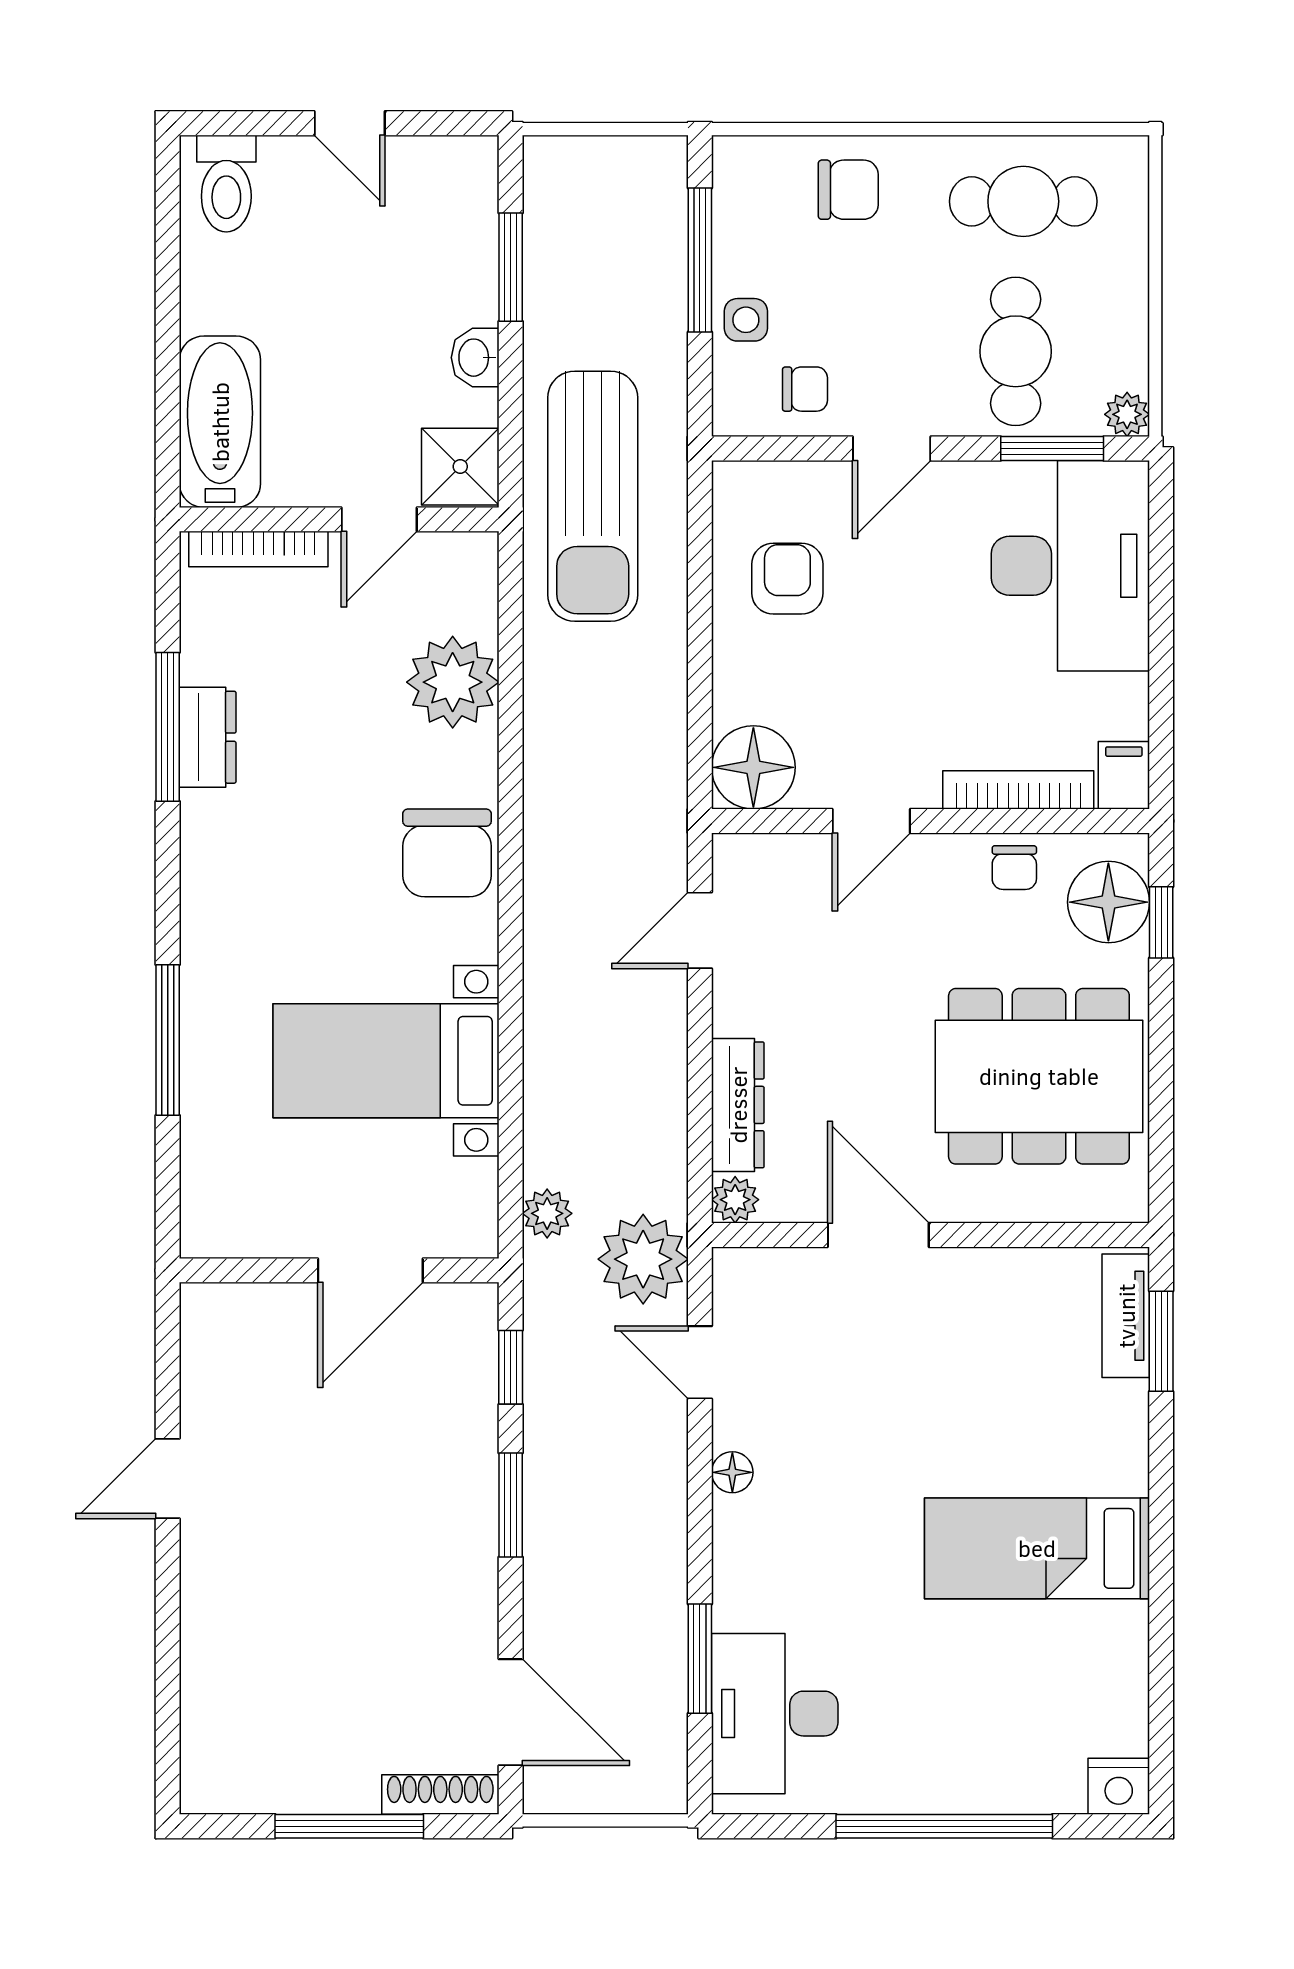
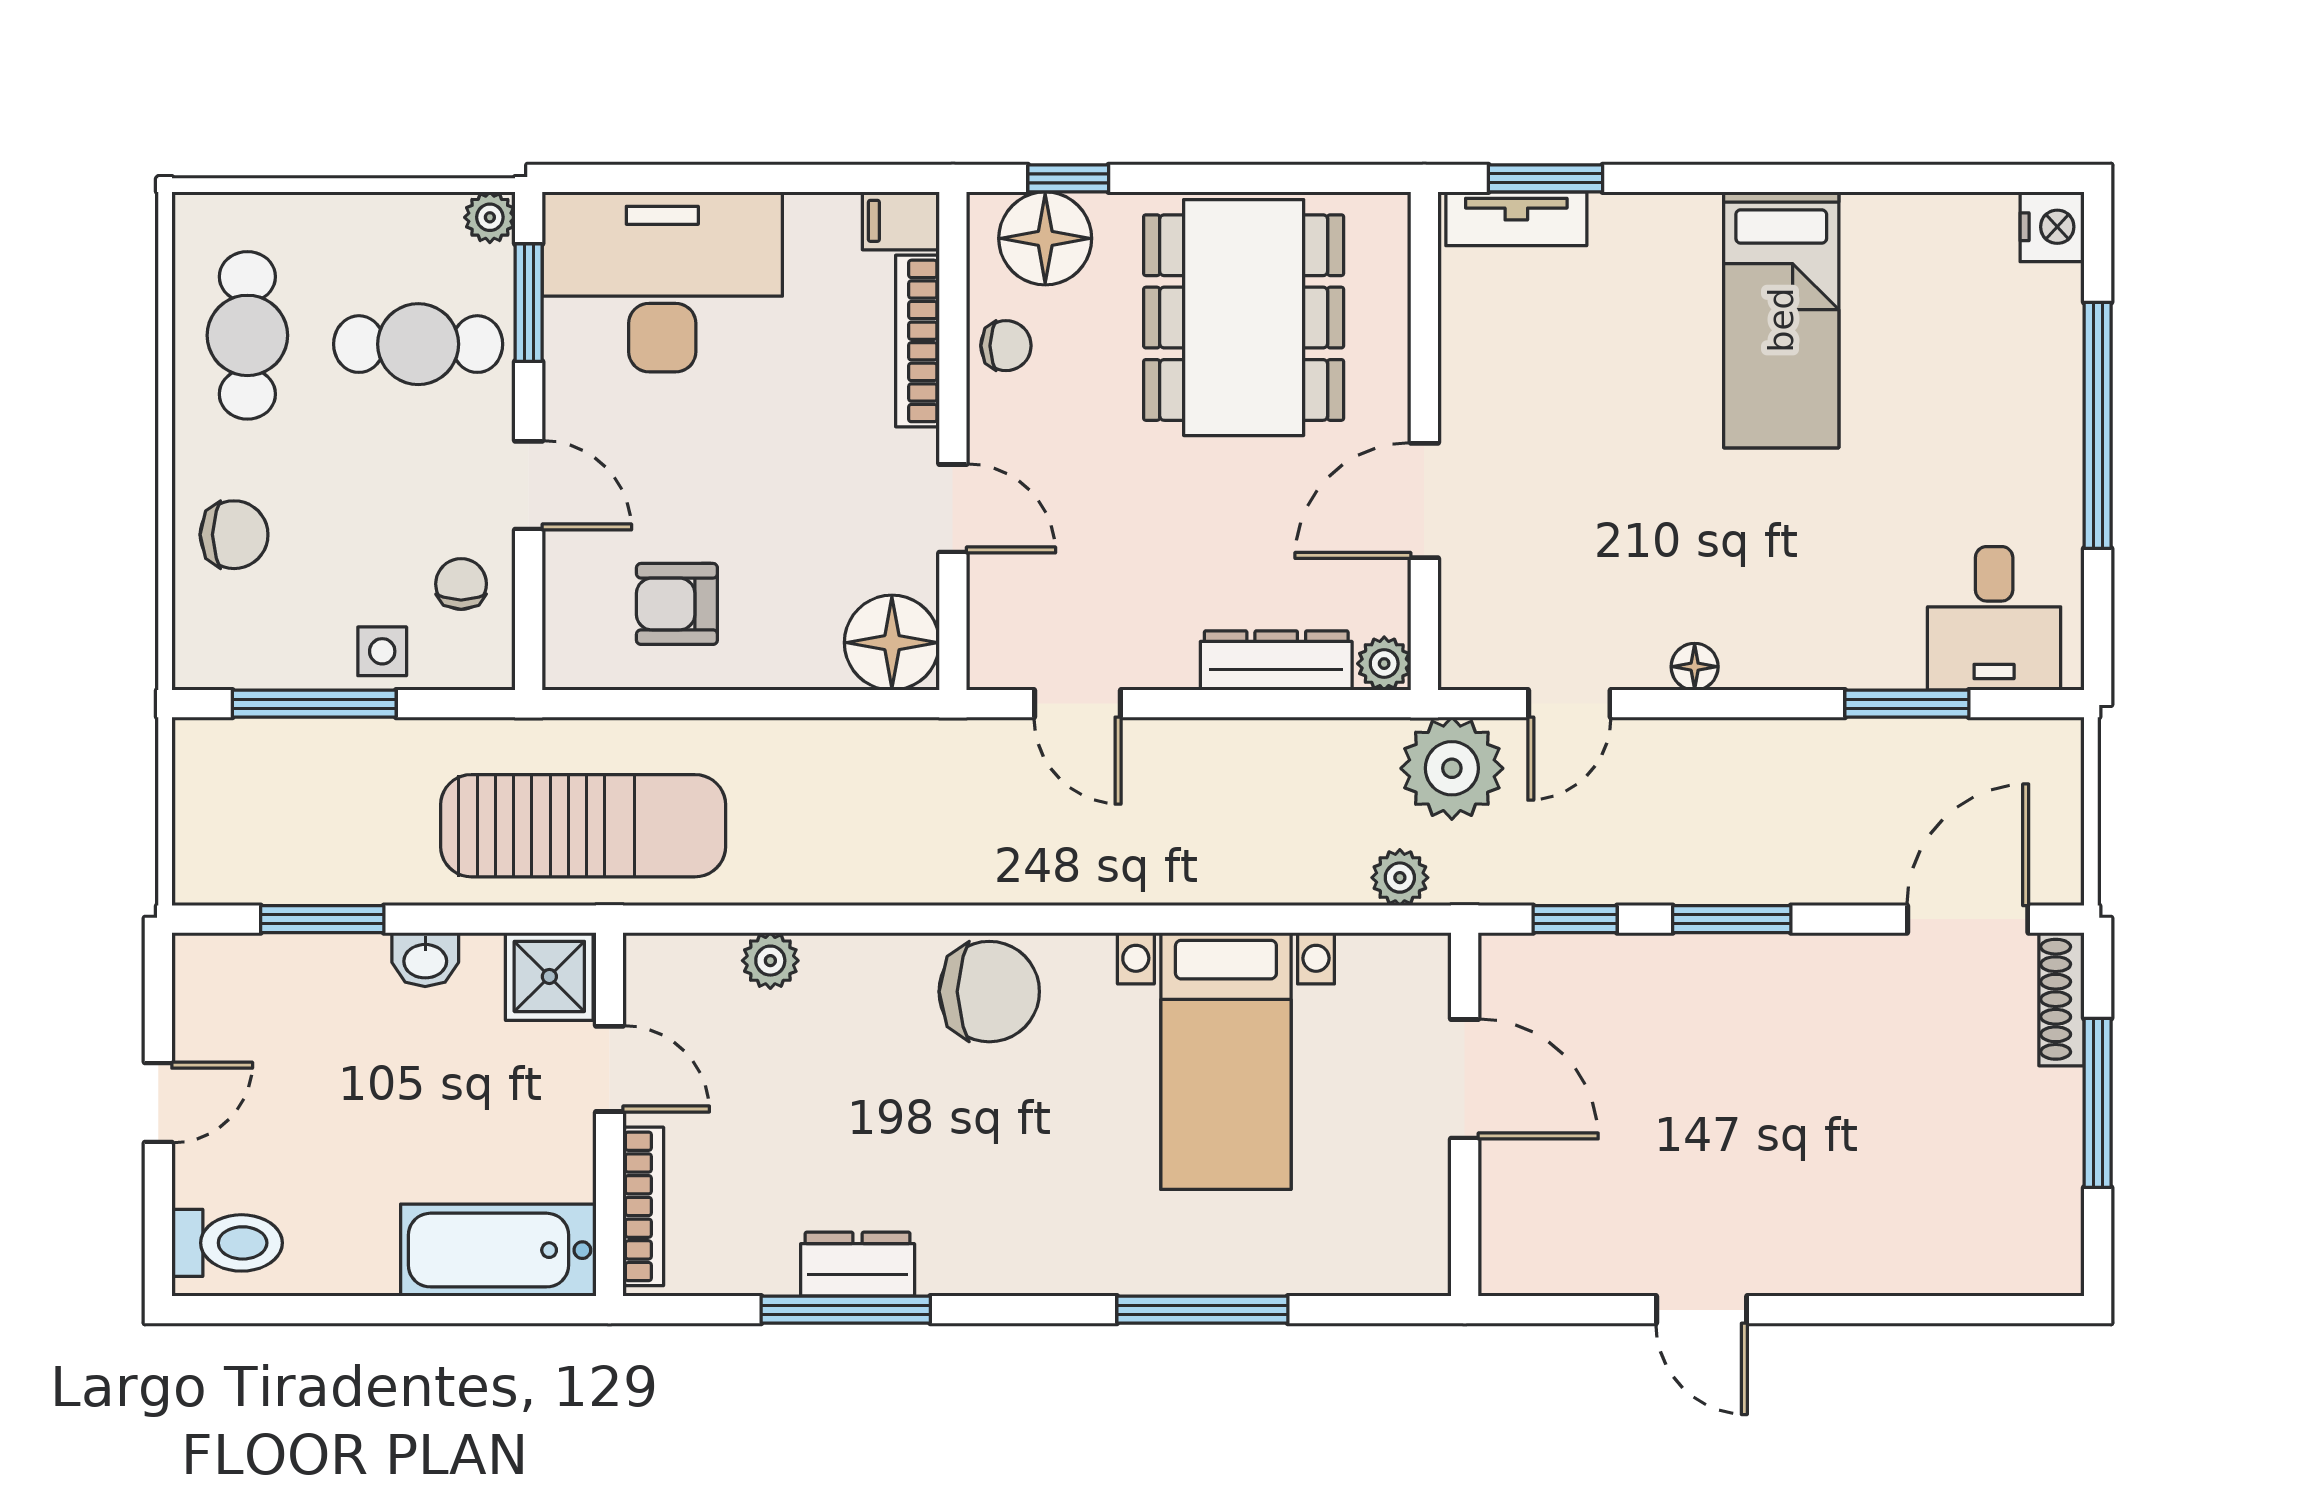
chair: (848, 190) -> (234, 535), turned 90
plant: (453, 682) -> (770, 961), width x0.53, depth x0.53
desk: (775, 1714) -> (1994, 618), width x0.73

